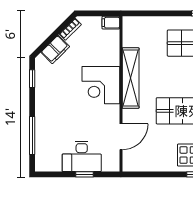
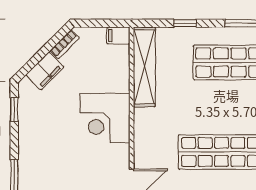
window: (161, 13) -> (185, 23), added
shelving: (131, 78) -> (144, 67), moved

